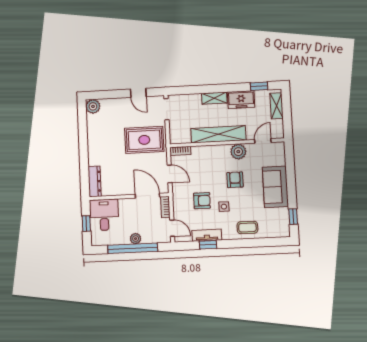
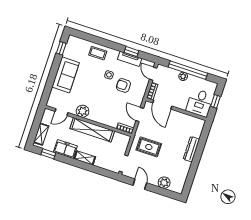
plant: (93, 106) -> (164, 183), moved
rug: (144, 140) -> (149, 147), width x0.73, depth x0.70
armchair: (235, 180) -> (93, 91), removed
dresser: (95, 181) -> (191, 149), moved

